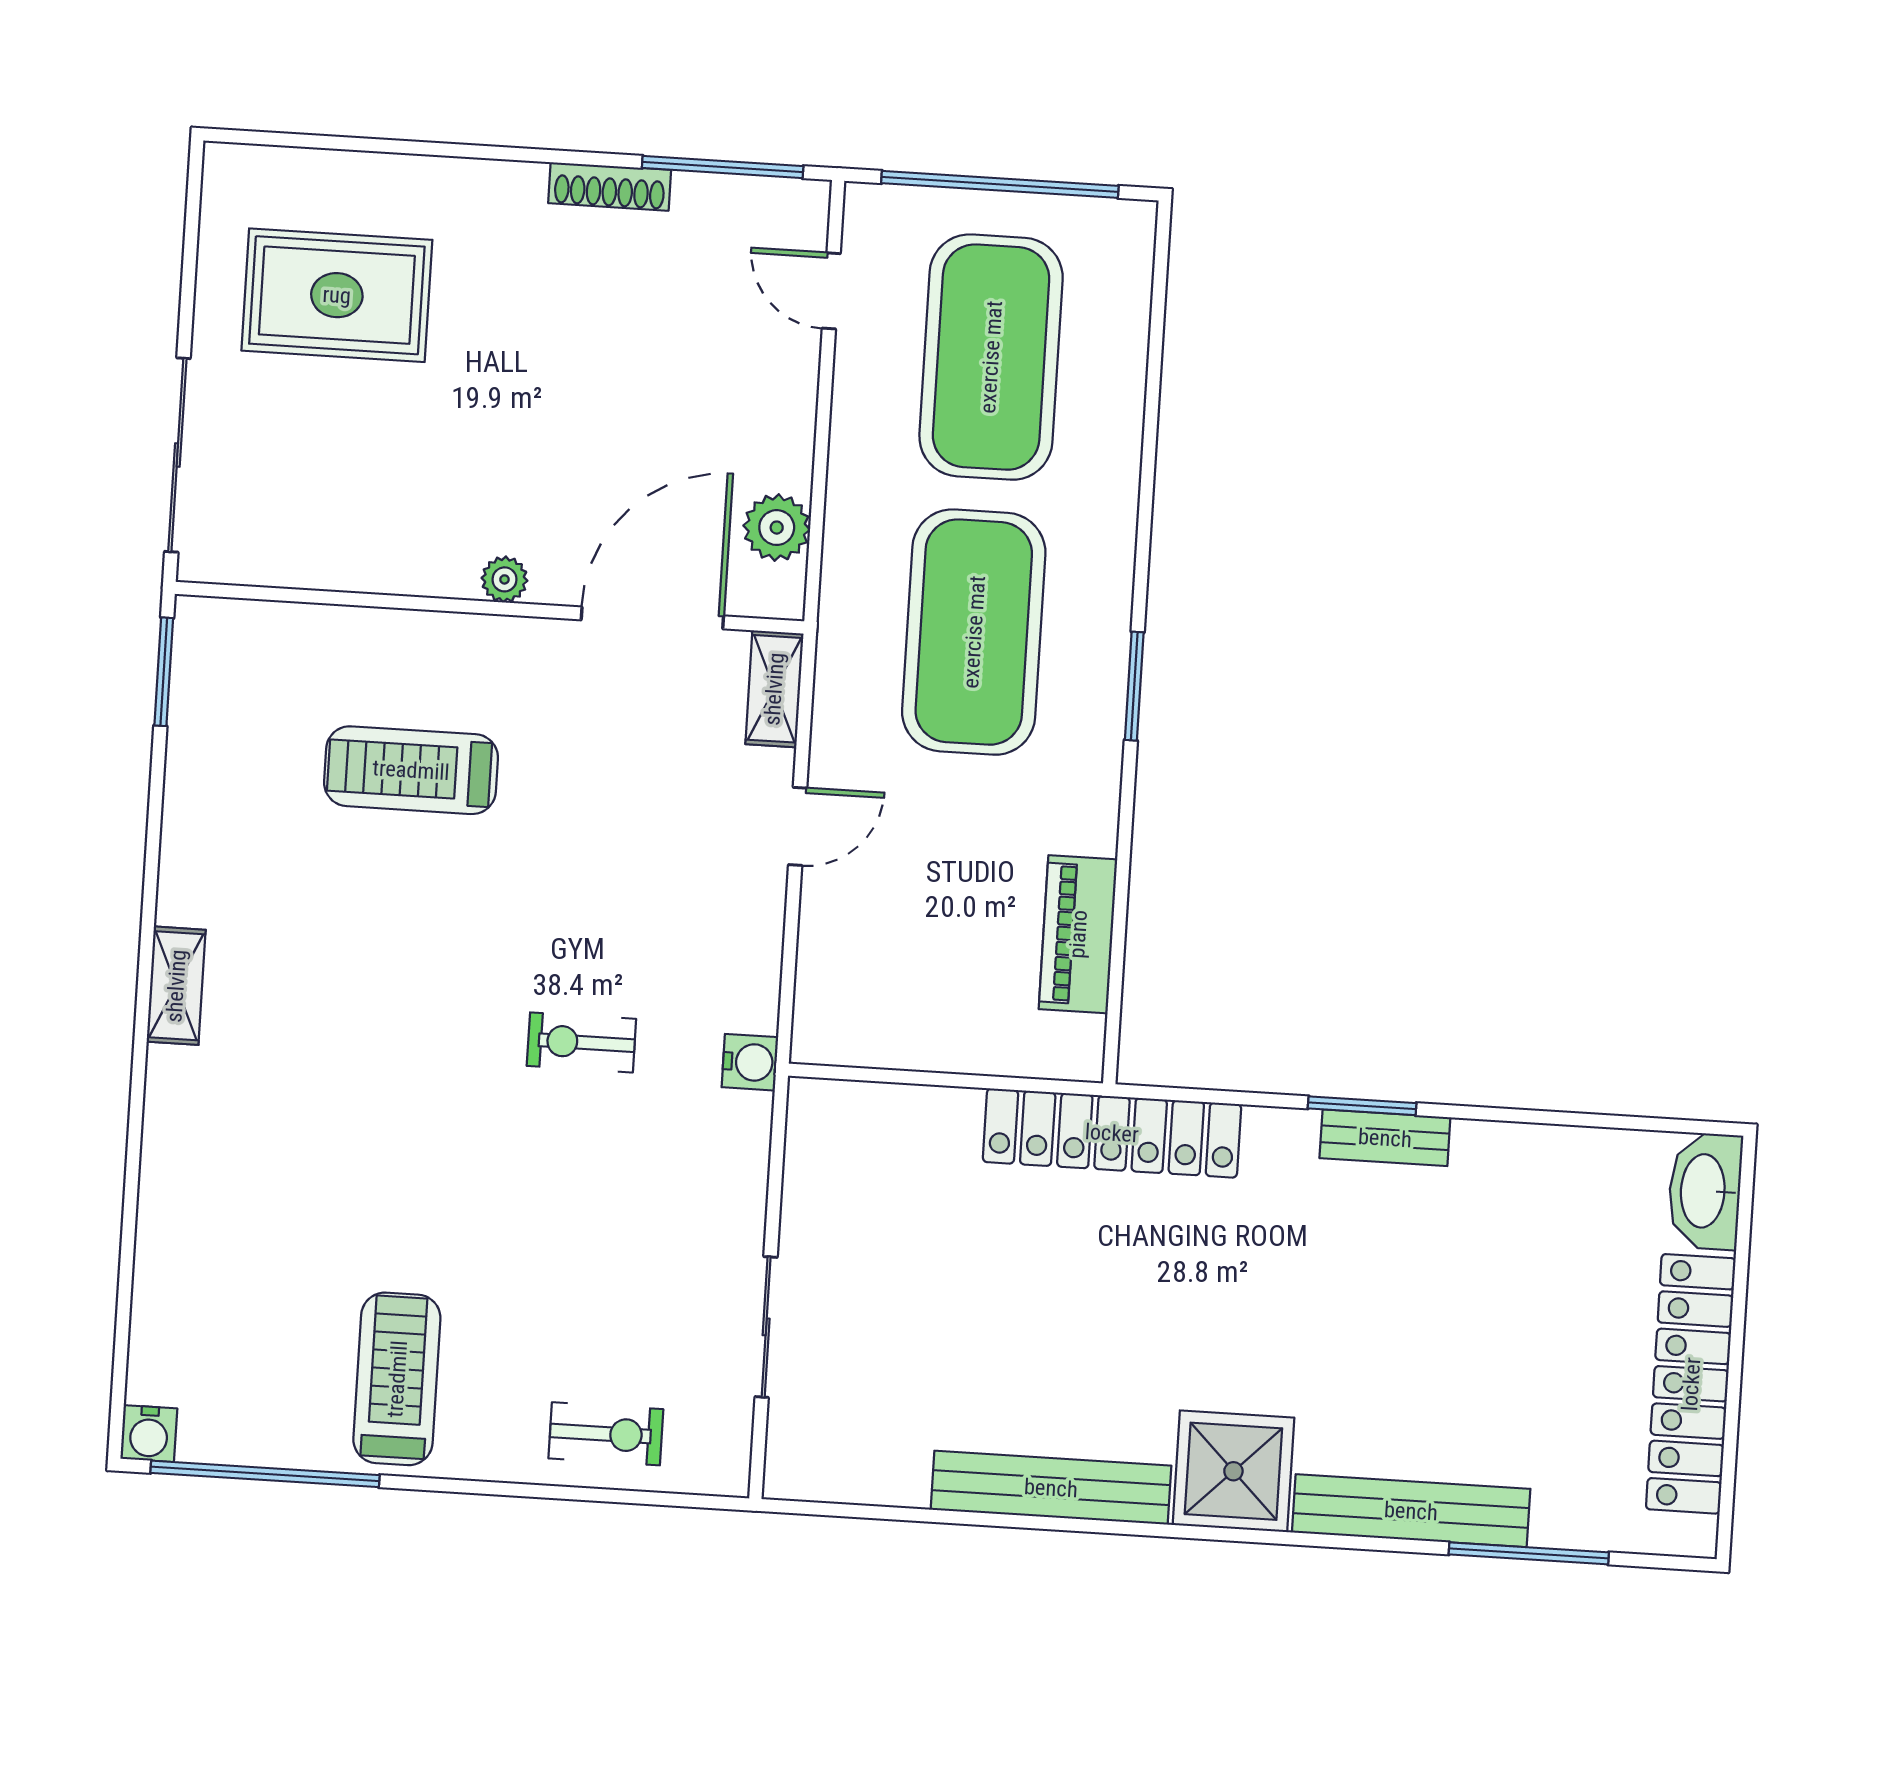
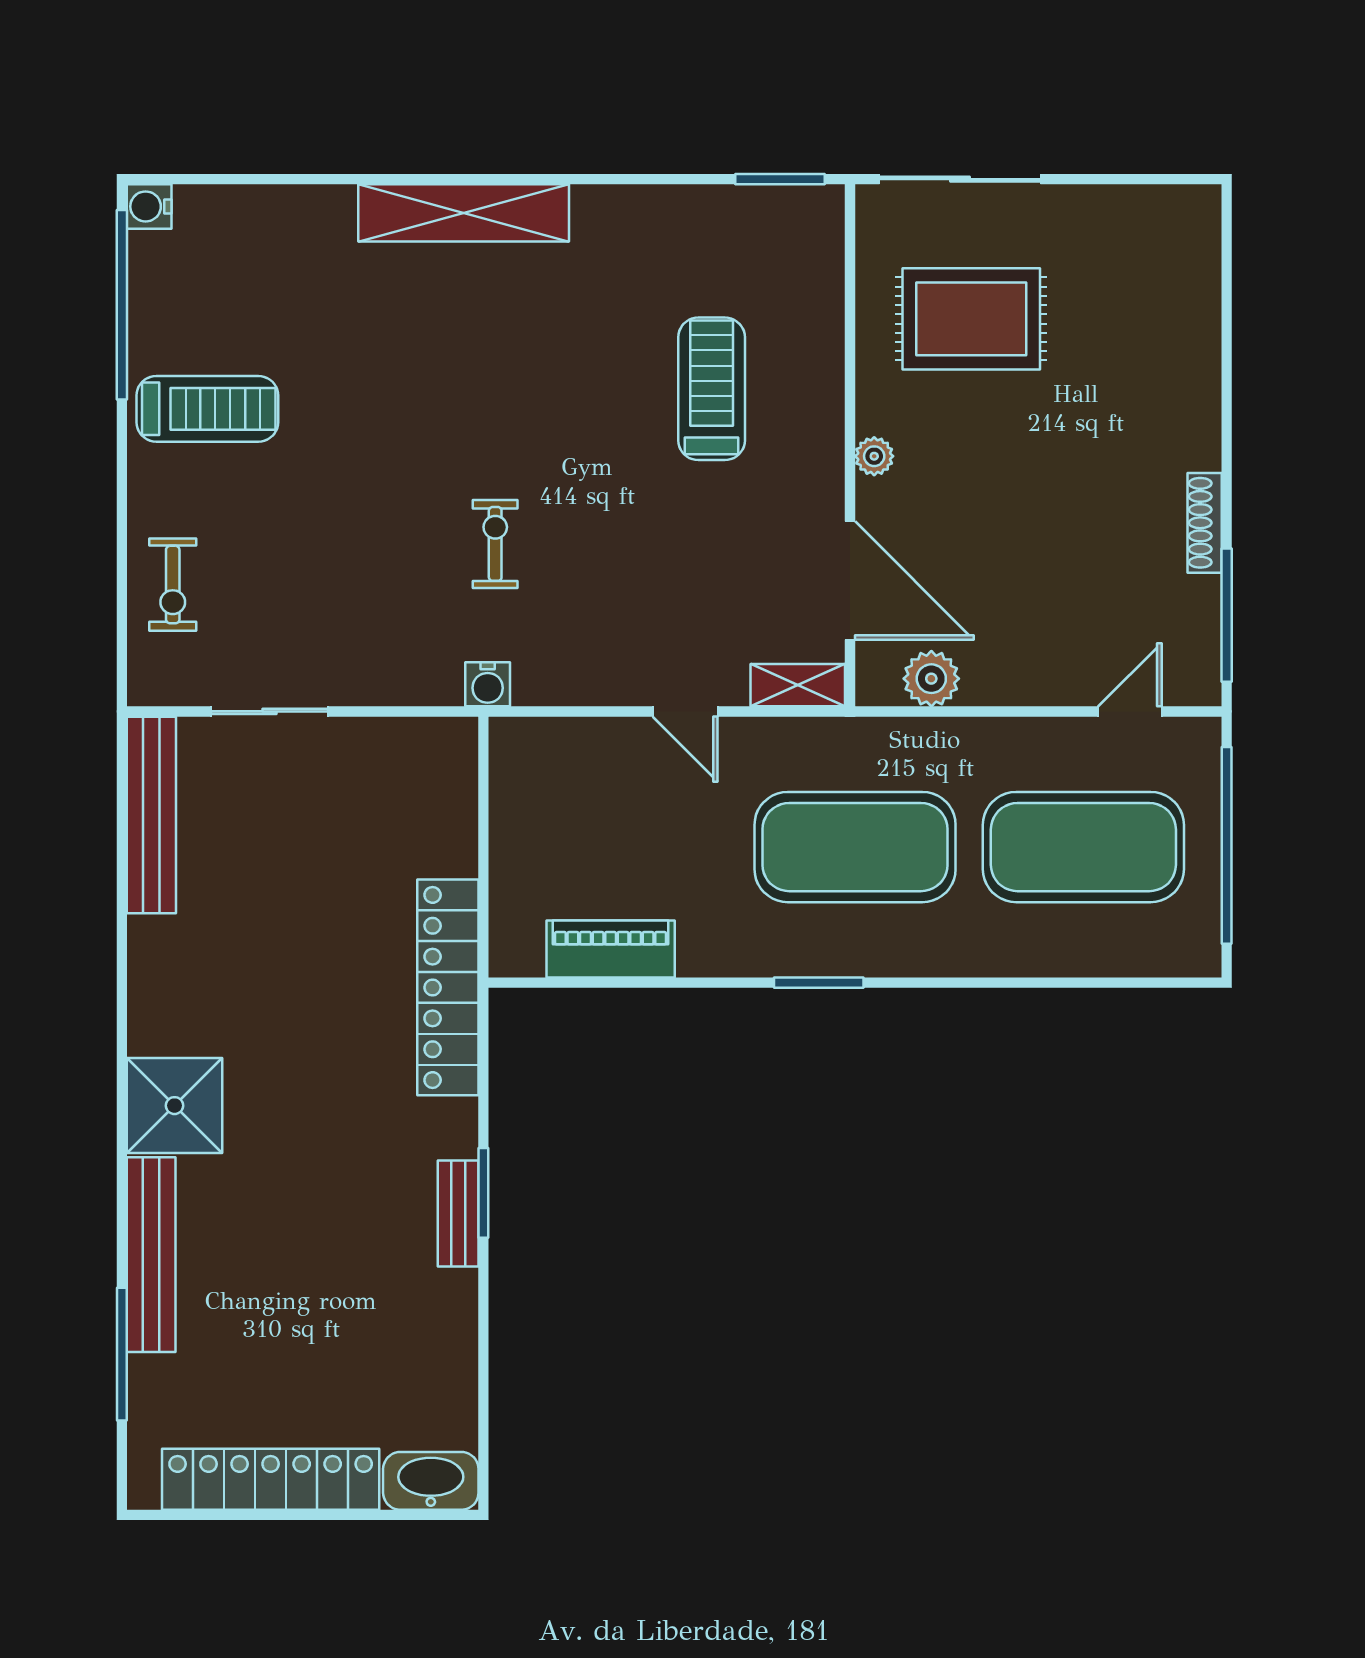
rug: (337, 295) -> (971, 319), moved, turned 90
shelving: (176, 986) -> (464, 213), width x2.20, depth x1.33
bench: (1051, 1488) -> (151, 815), moved

